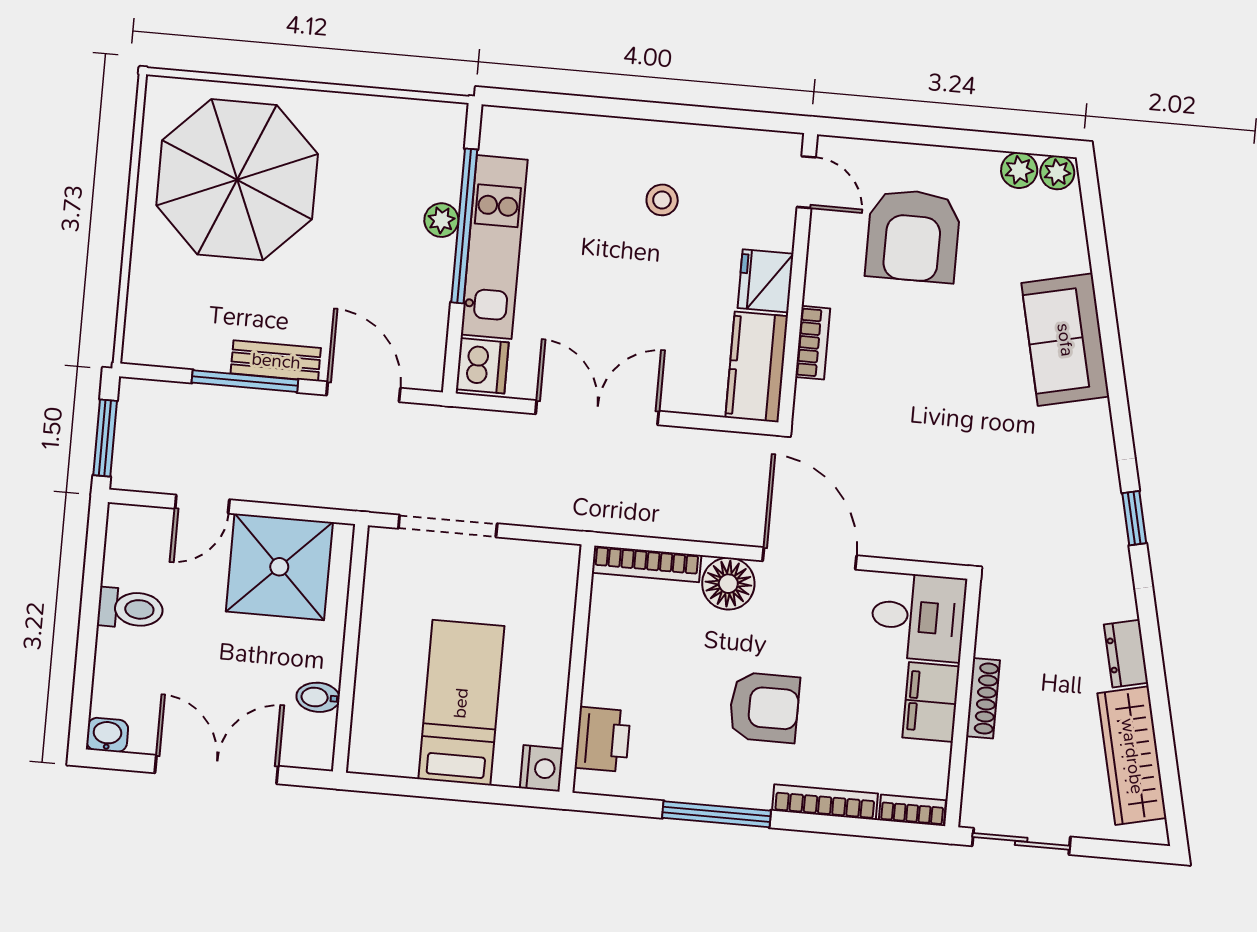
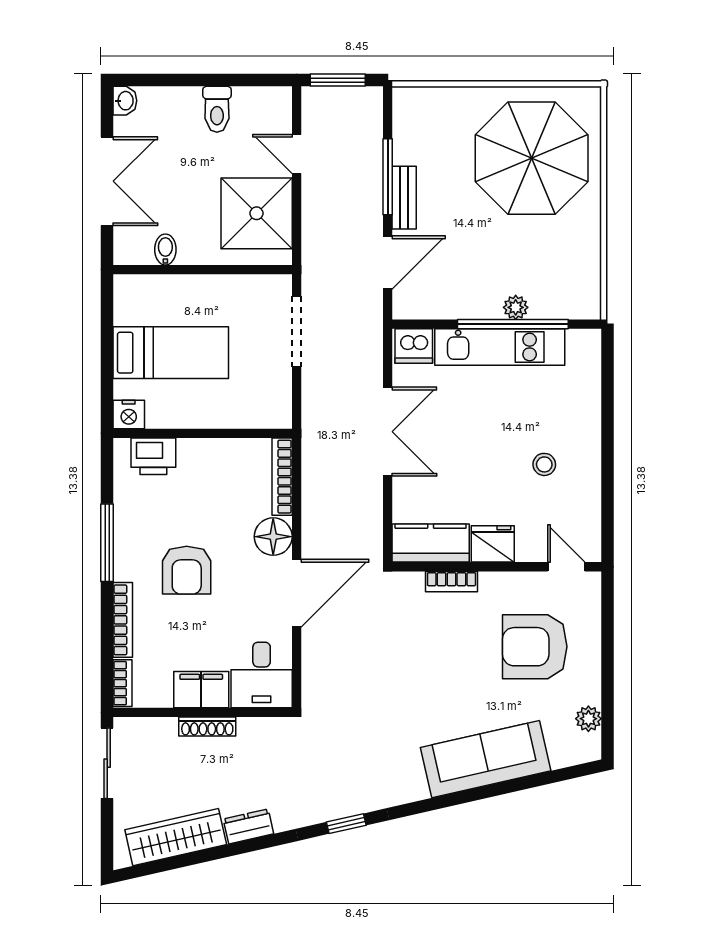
plant: (1057, 173) -> (589, 746), removed
door: (806, 182) -> (566, 567), swing flipped
sofa: (1065, 340) -> (486, 759), width x1.36

